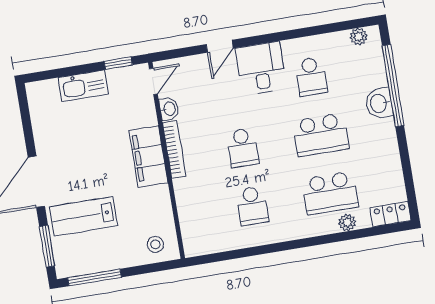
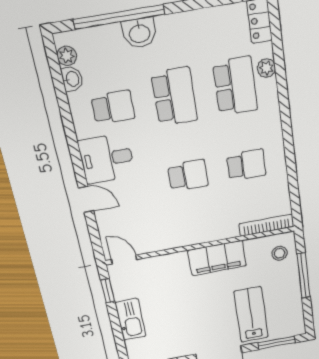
washbasin: (169, 109) -> (72, 79), moved, turned 90
bookcase: (174, 149) -> (266, 225), moved
filing cabinet: (148, 157) -> (217, 258), moved
lab bench: (83, 216) -> (251, 315), turned 180
window: (94, 277) -> (304, 276), moved

